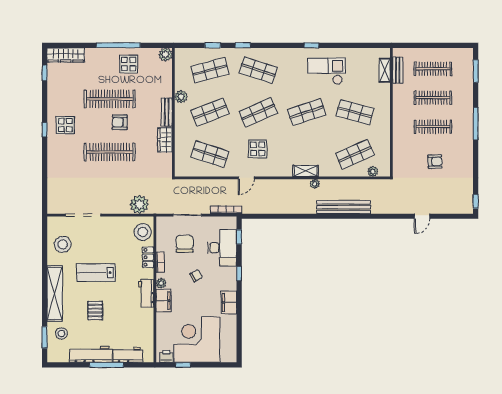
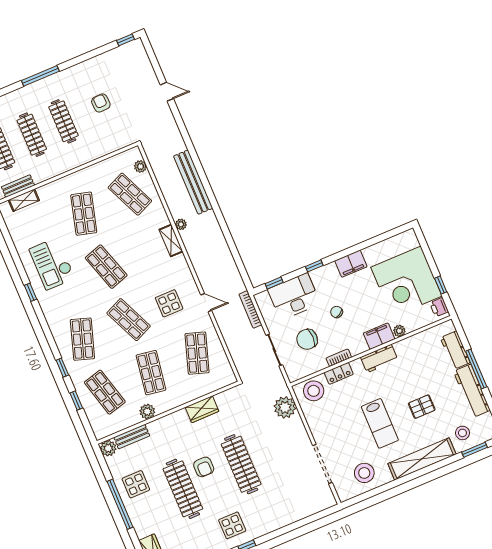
bench: (167, 112) -> (132, 437), moved
shop shelf: (210, 112) -> (151, 373), turned 30
plant: (161, 283) -> (399, 331), moved

